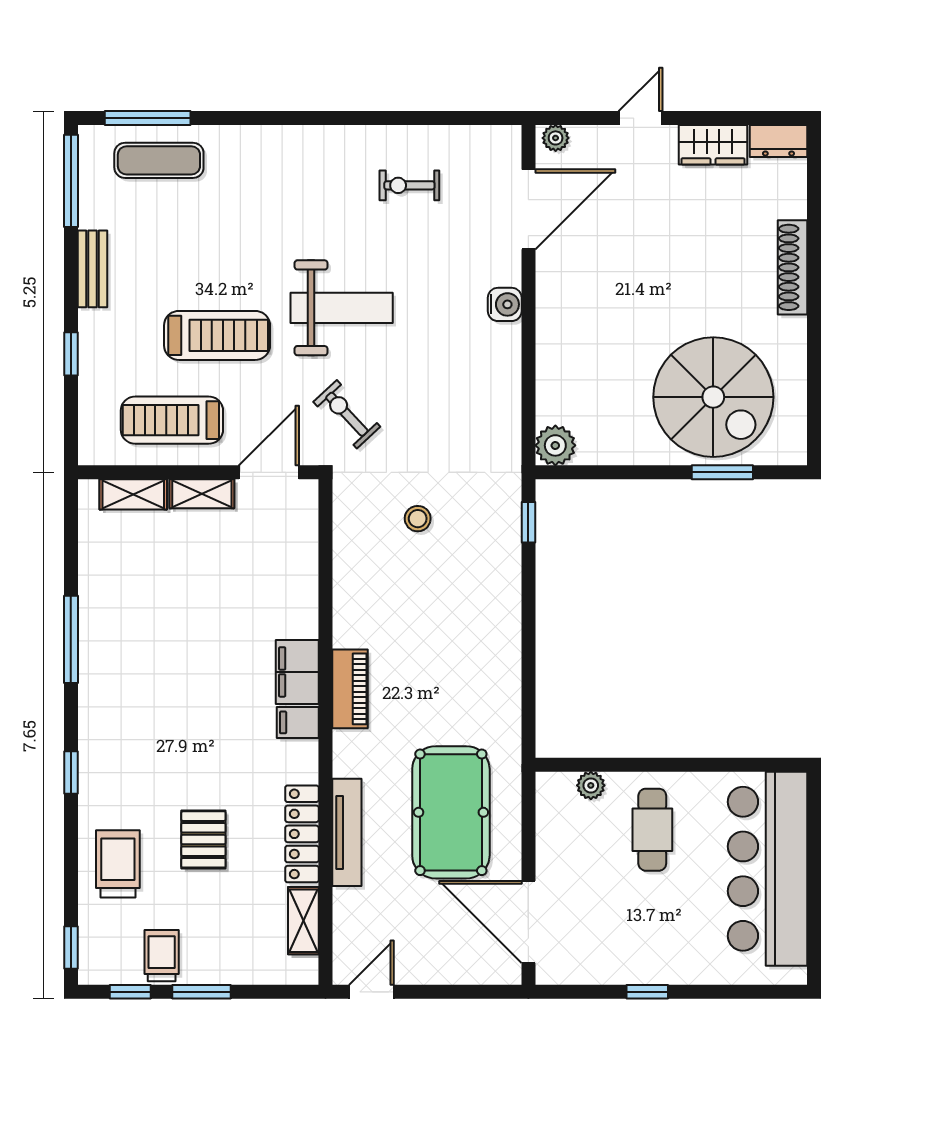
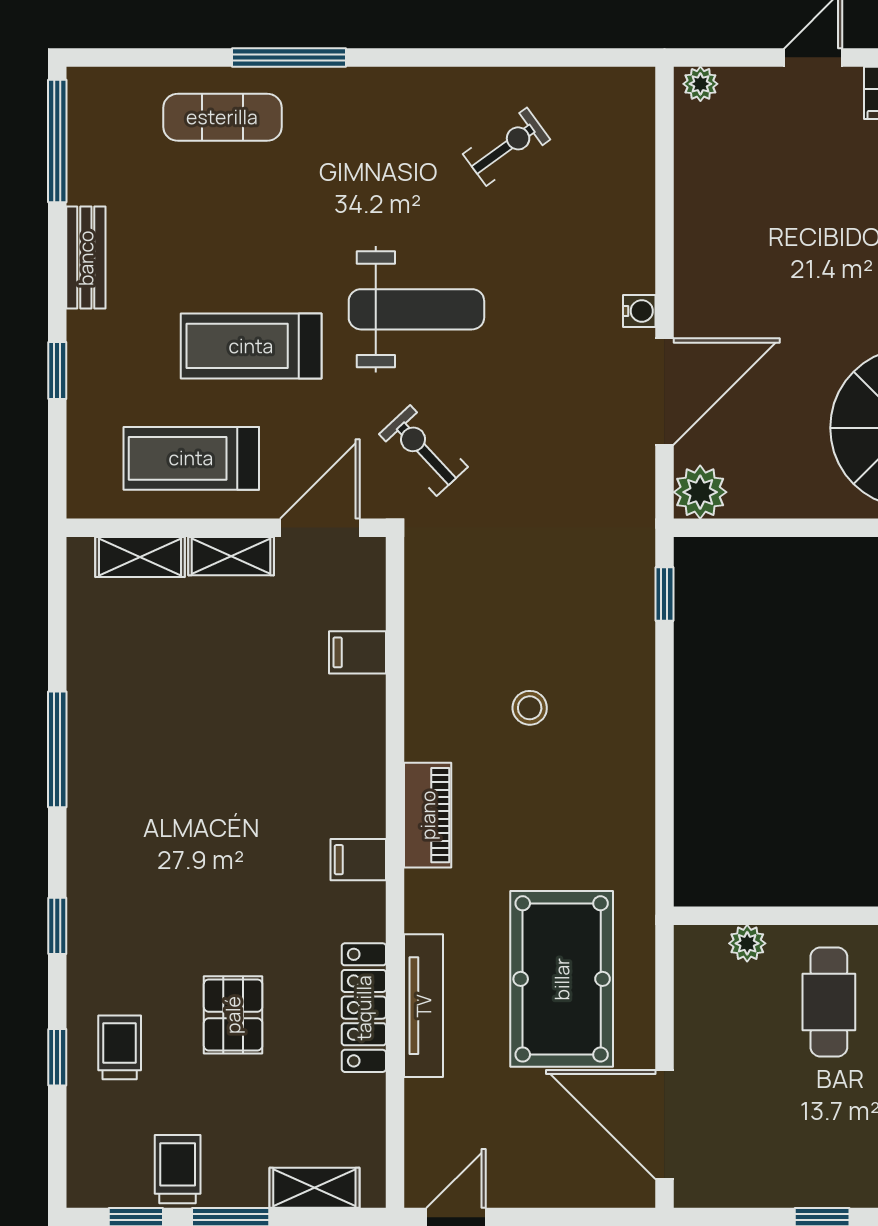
window: (148, 118) -> (289, 57), moved
exercise mat: (159, 160) -> (222, 117), moved
exercise bike: (409, 185) -> (507, 147), turned 144
door: (528, 209) -> (664, 392), moved
water cooler: (505, 304) -> (639, 311), width x0.72, depth x0.72
treadmill: (217, 335) -> (251, 346), turned 180
stool: (418, 519) -> (530, 708), moved
filing cabinet: (297, 672) -> (358, 652), moved, width x0.50
trolley: (118, 864) -> (120, 1047), width x0.73, depth x0.72
shelving: (303, 921) -> (314, 1188), moved, turned 90
window: (71, 947) -> (57, 1057), moved

